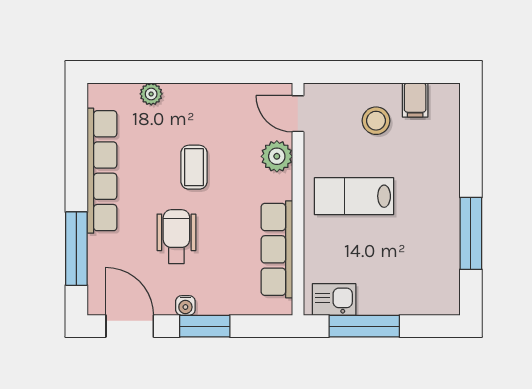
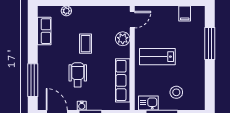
door: (298, 114) -> (132, 20), swing flipped
stool: (376, 121) -> (176, 92), moved
row of seats: (102, 171) -> (44, 31), width x0.50
window: (471, 233) -> (210, 44), moved

